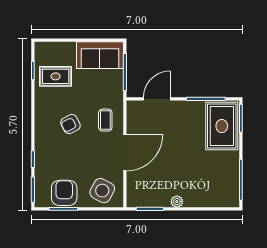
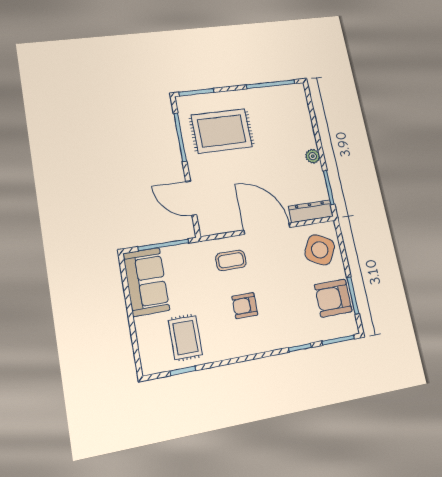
armchair: (70, 124) -> (245, 306), turned 117
rug: (222, 126) -> (222, 131), moved
dresser: (133, 190) -> (311, 211), added

